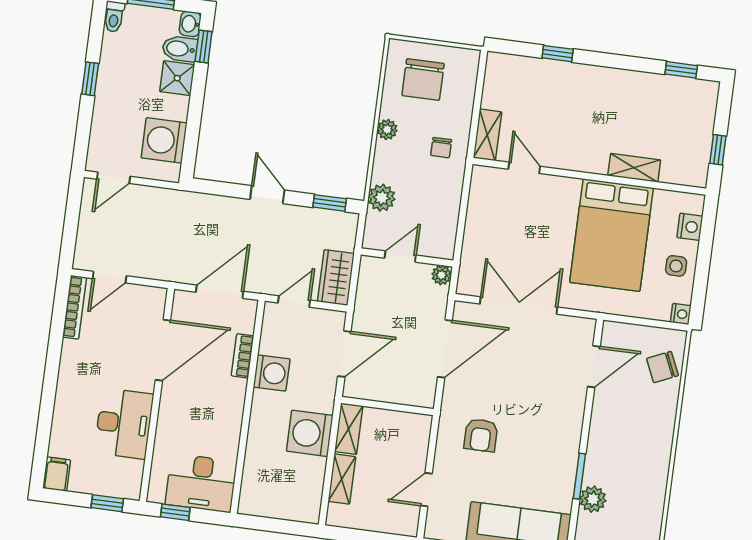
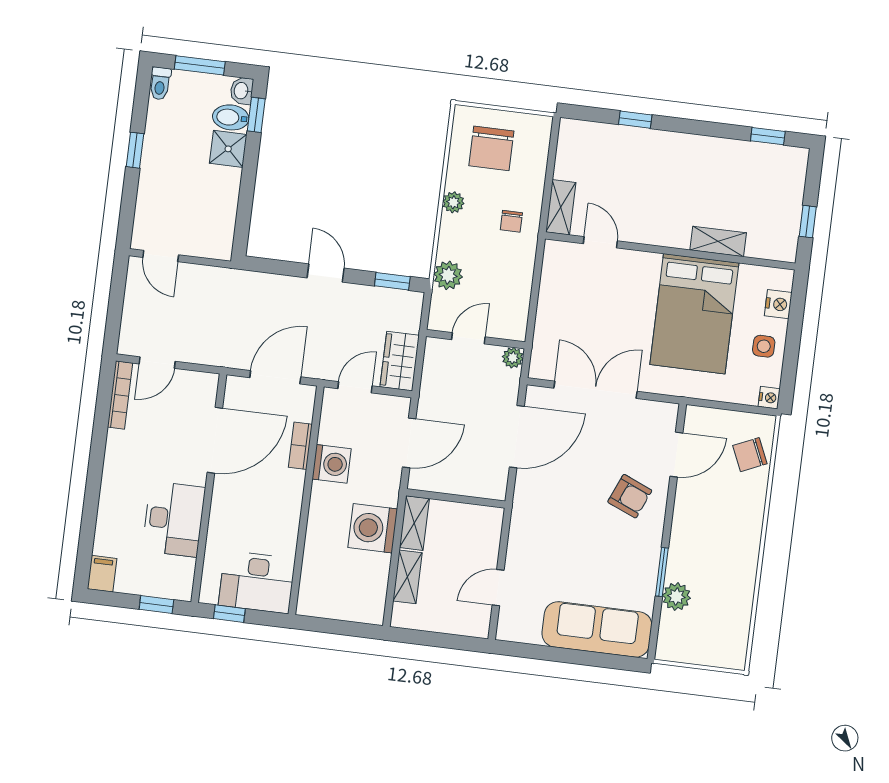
washing machine: (164, 140) -> (215, 216), removed
door: (113, 178) -> (161, 256), hinge flipped
armchair: (481, 435) -> (630, 496), moved, turned -67

